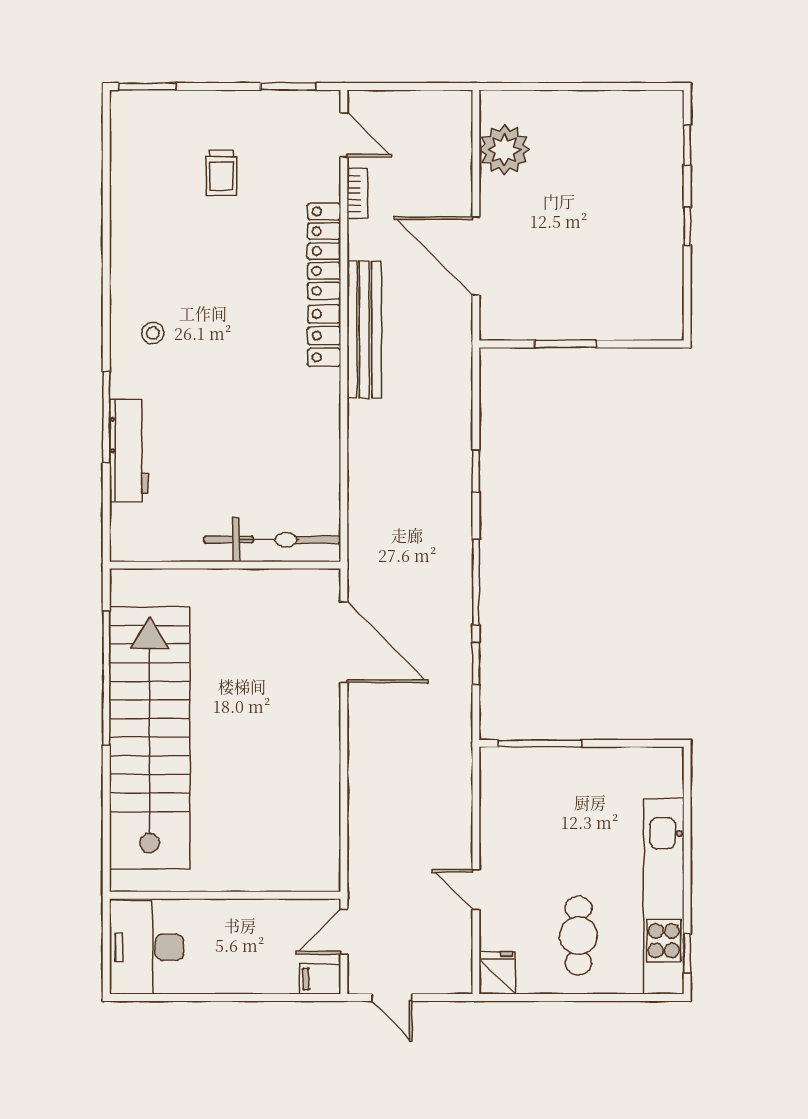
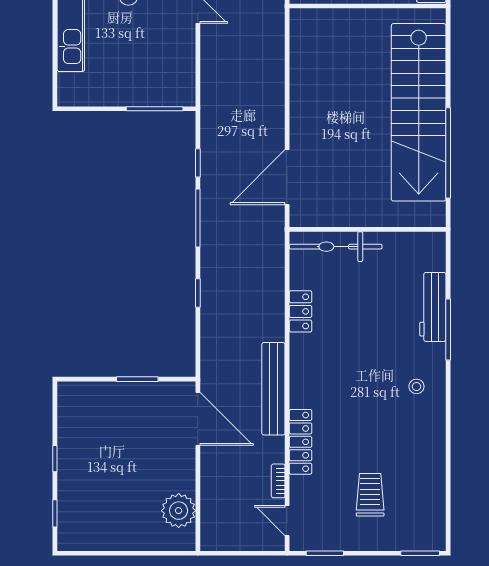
trolley: (221, 173) -> (370, 495), width x1.36, depth x1.39
door: (476, 256) -> (198, 419), moved
locker: (324, 336) -> (301, 311), moved
door: (344, 642) -> (287, 177), hinge flipped

